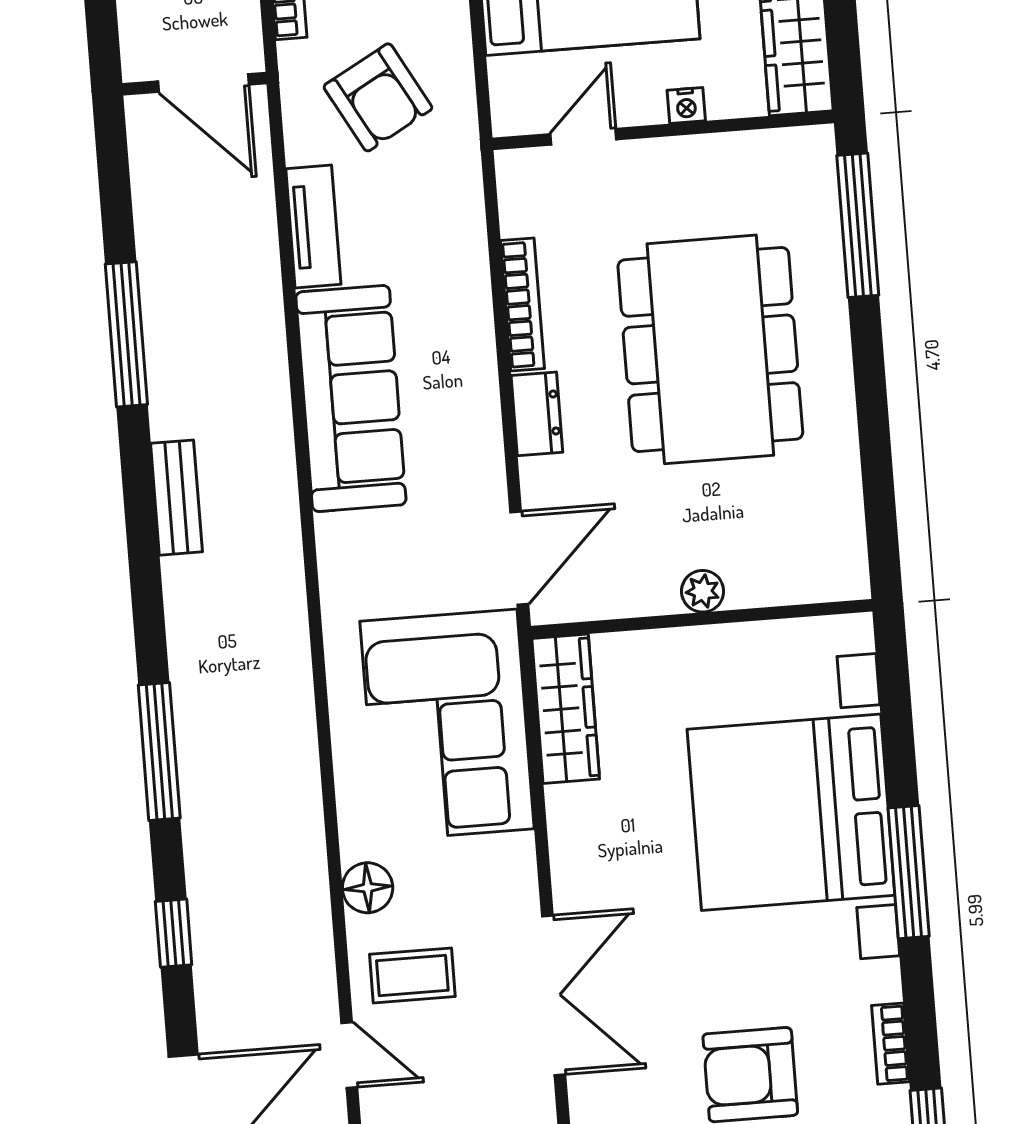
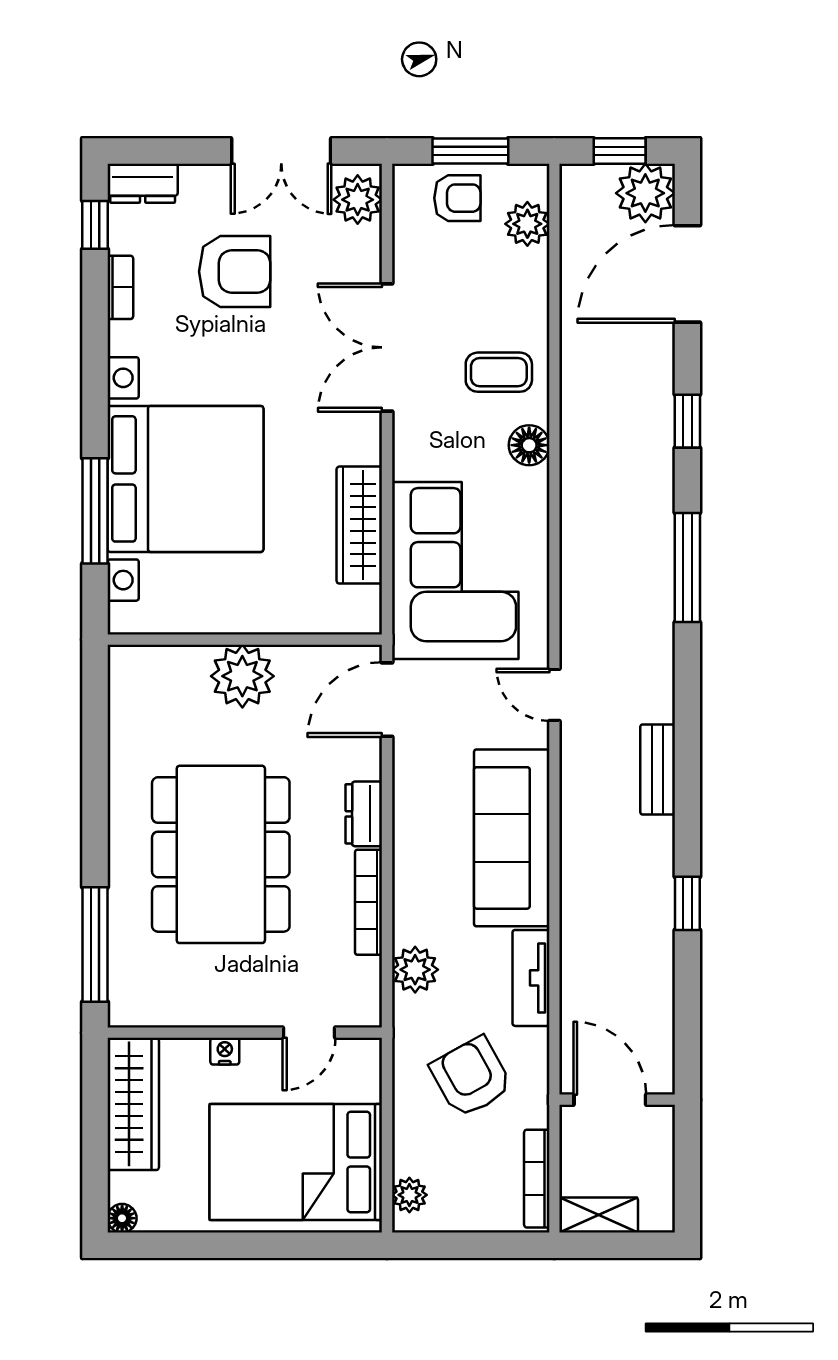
plant: (458, 225) -> (415, 970), added
window: (126, 334) -> (687, 903), width x0.46
plant: (703, 591) -> (242, 676), width x1.88, depth x1.88
wardrobe: (566, 709) -> (359, 525), moved
window: (909, 872) -> (95, 511), moved
door: (349, 1055) -> (554, 695), moved

